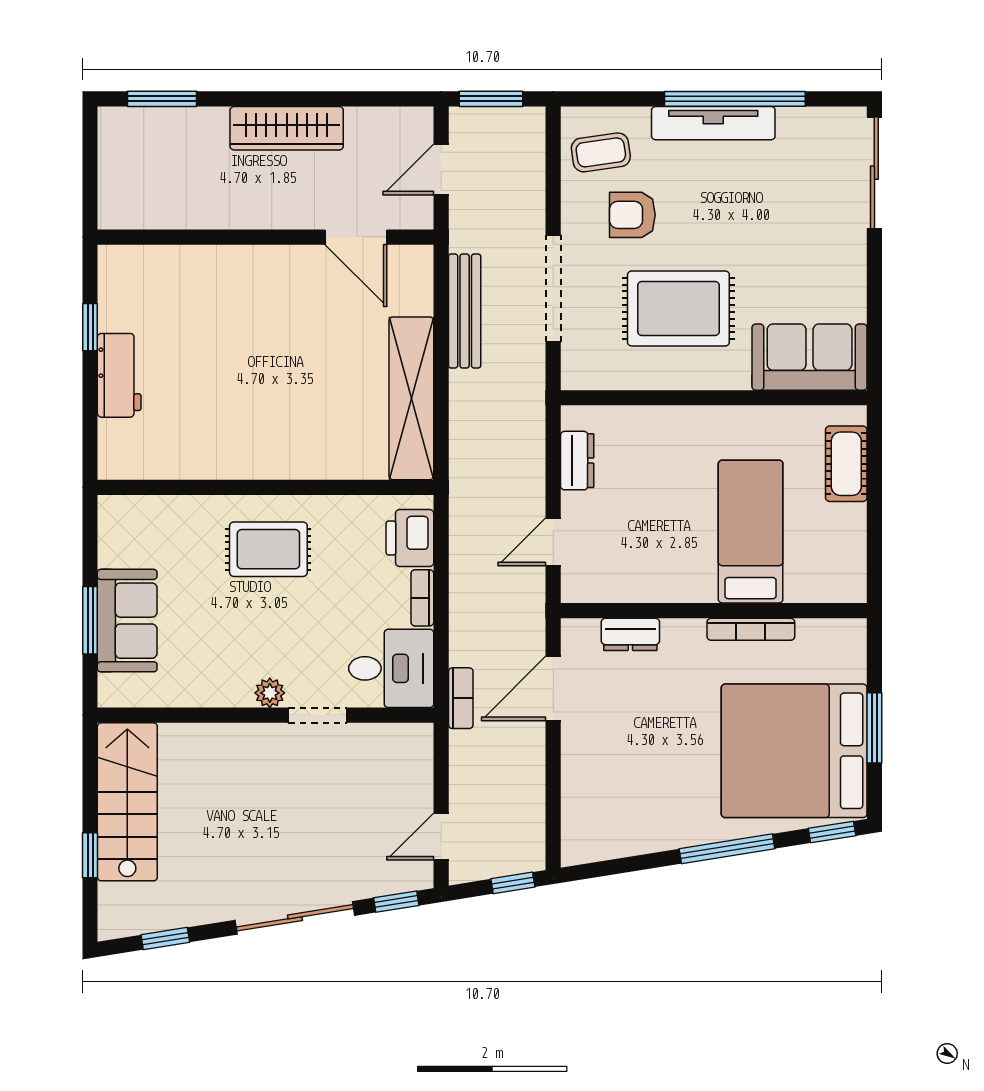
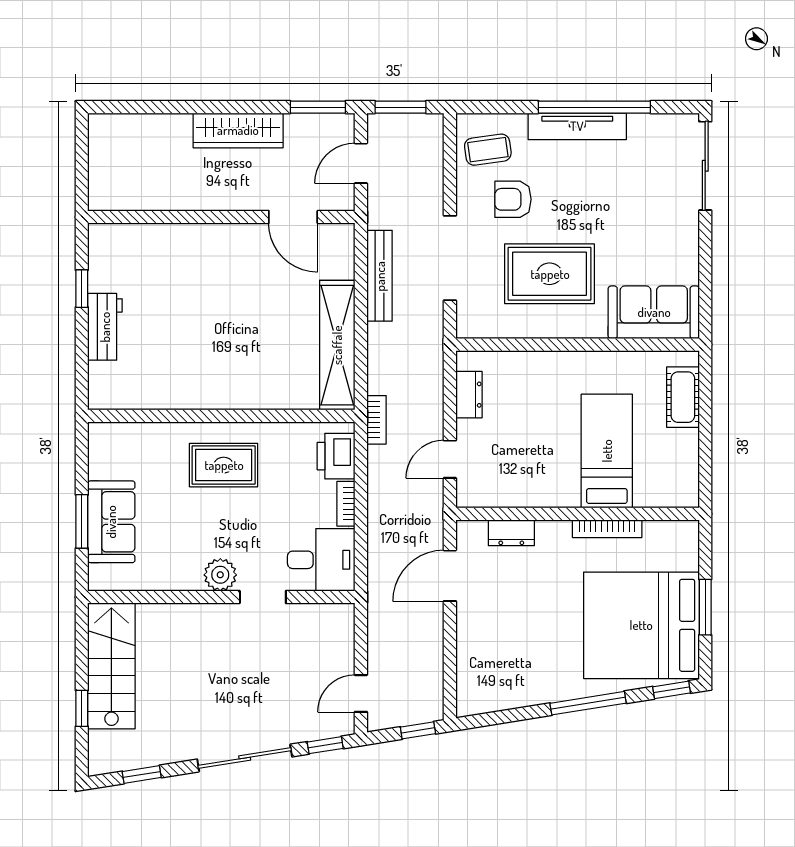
window: (162, 99) -> (318, 107), moved
plant: (270, 693) -> (220, 575), width x1.38, depth x1.38
bookcase: (461, 698) -> (376, 420), moved

